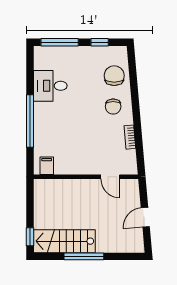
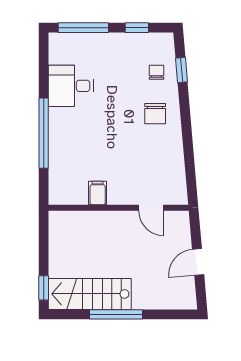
window: (133, 74) -> (181, 70), added
chair: (114, 76) -> (156, 72), width x0.54, depth x0.54
bookcase: (130, 137) -> (178, 155), removed
filing cabinet: (47, 166) -> (98, 193), moved

